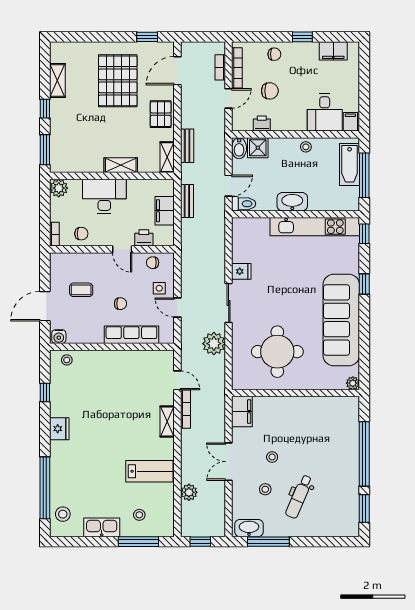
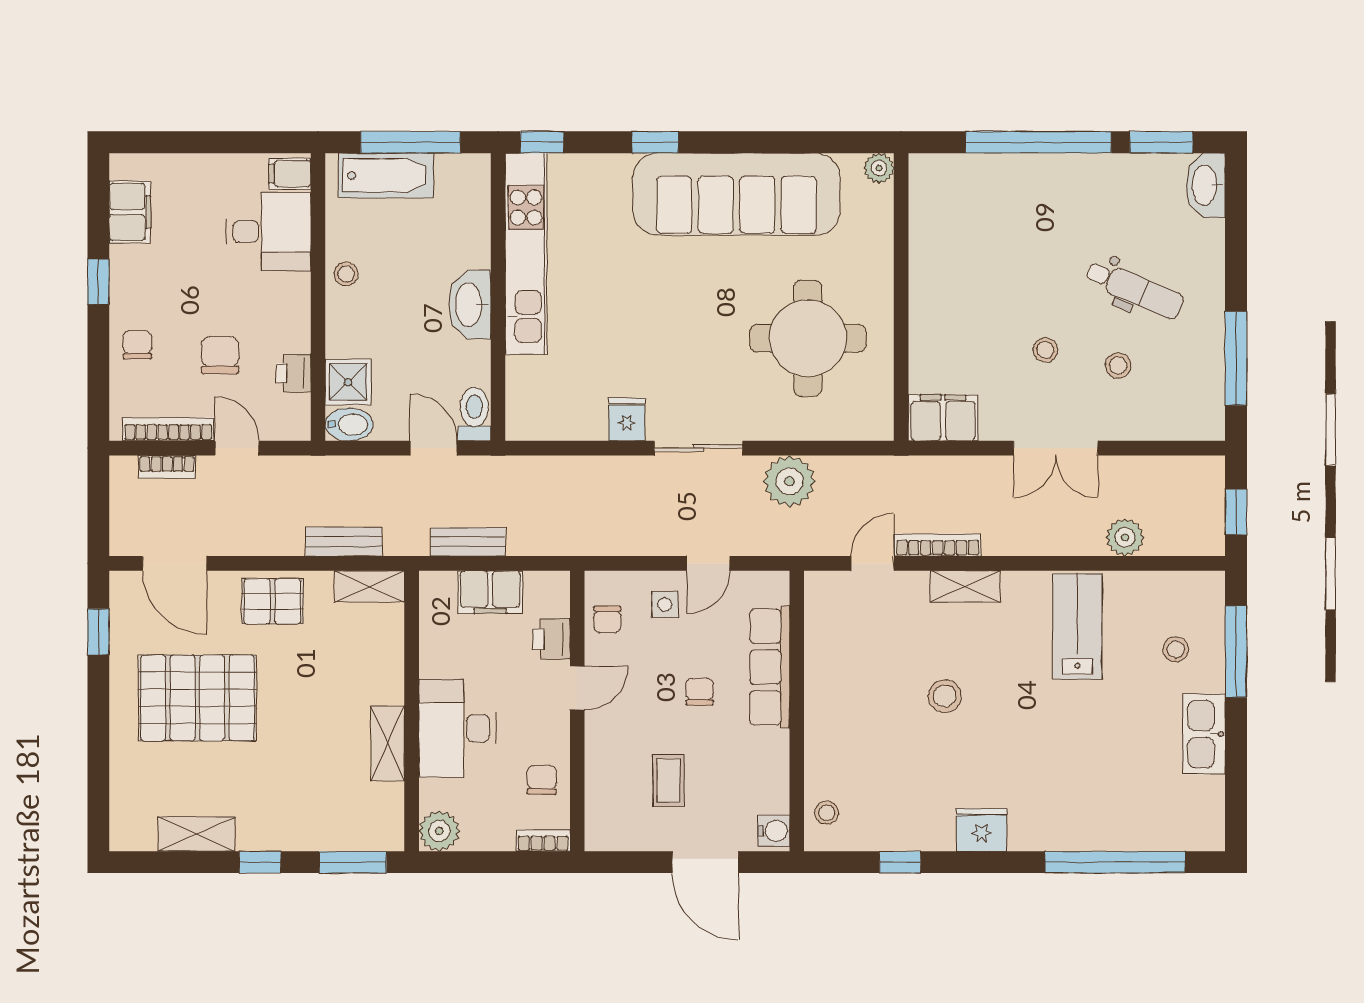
shelving: (121, 165) -> (388, 743), moved
stool: (63, 514) -> (945, 696), moved
washbasin: (249, 528) -> (1206, 185), moved

